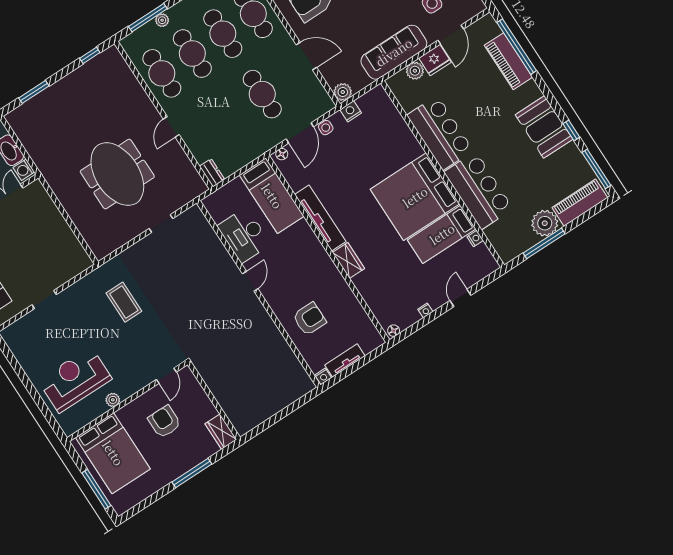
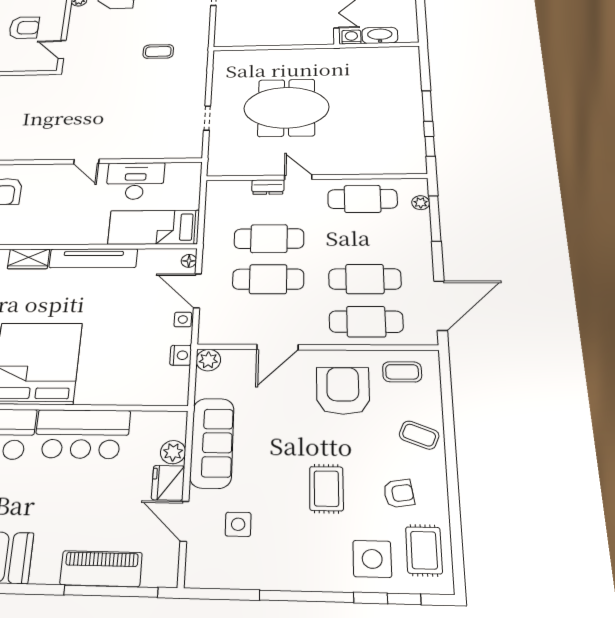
plant: (162, 20) -> (421, 203), moved
cafe table: (192, 54) -> (269, 239), moved
window: (34, 92) -> (427, 106), moved
dresser: (212, 173) -> (268, 187), moved
coffee table: (124, 302) -> (158, 51), width x0.73, depth x0.77

